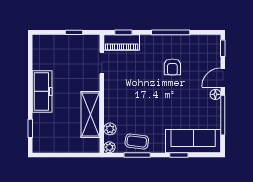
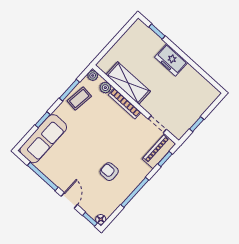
freezer: (42, 91) -> (171, 60), width x0.71
floor lamp: (215, 94) -> (101, 219), moved
bookcase: (109, 103) -> (125, 104), added

